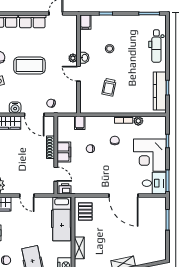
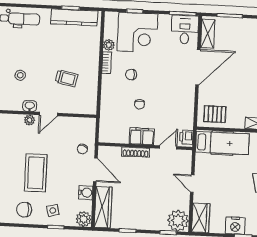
door: (34, 115) -> (95, 170), hinge flipped
filing cabinet: (80, 123) -> (108, 116), removed
corner desk: (150, 155) -> (138, 32), moved
door: (27, 196) -> (192, 184), swing flipped
shelving: (152, 202) -> (208, 34), added

